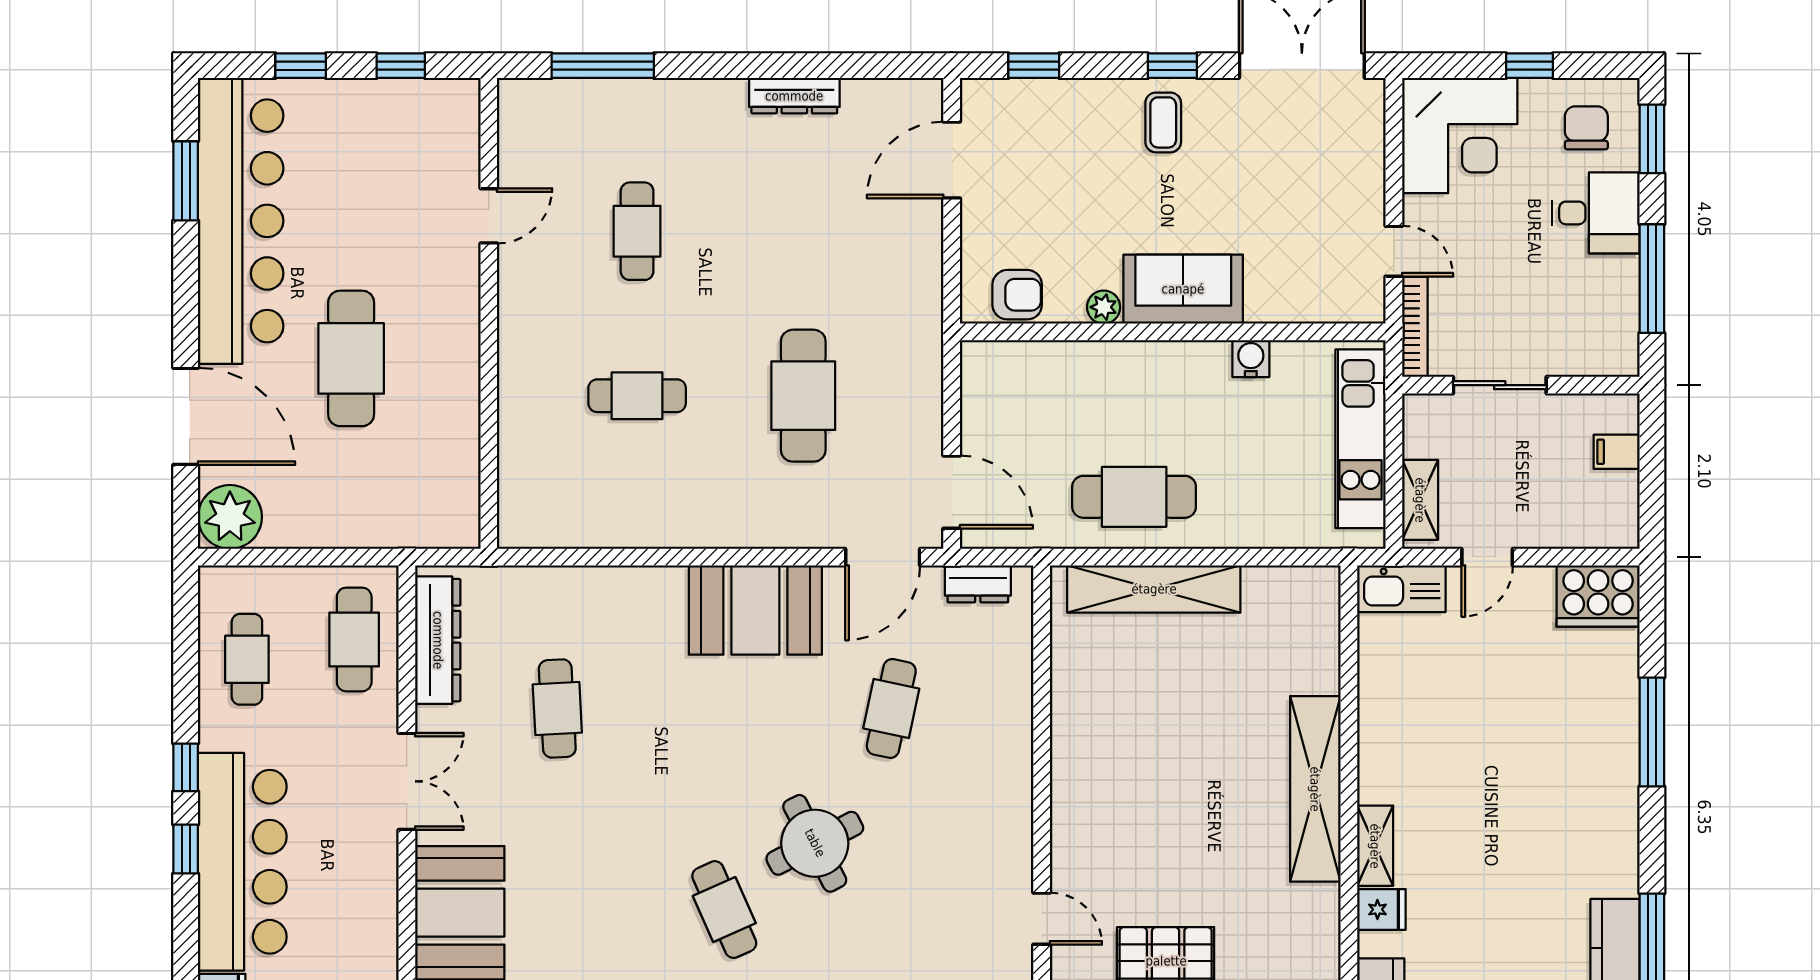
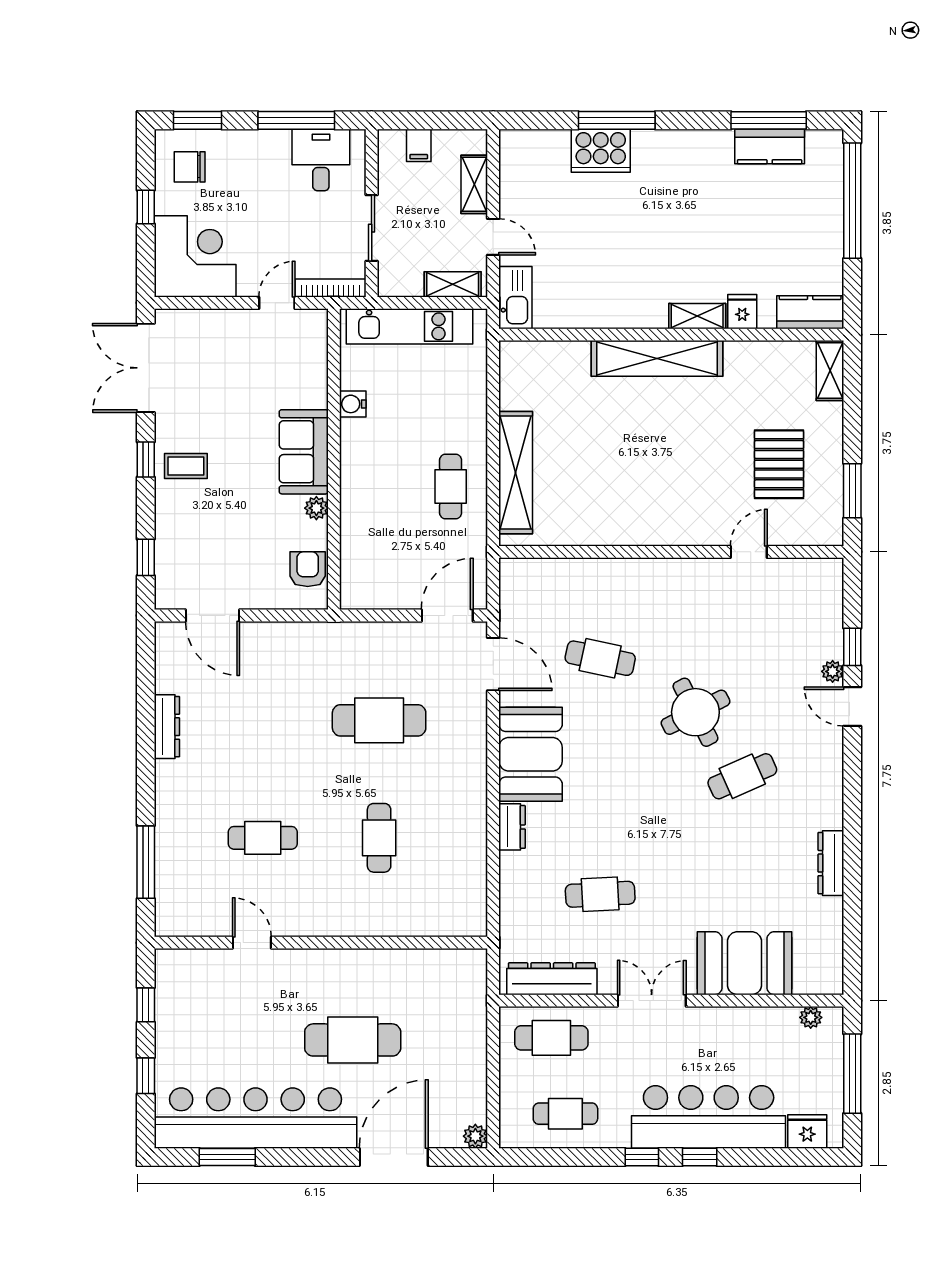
desk: (1596, 213) -> (321, 160), moved
cafe table: (1134, 497) -> (451, 487), width x0.73, depth x0.74
plant: (230, 517) -> (475, 1136), width x0.53, depth x0.53
shelving: (1562, 530) -> (474, 184), added
dresser: (978, 584) -> (512, 827), moved
cooker: (1598, 596) -> (601, 151), moved, turned 90

